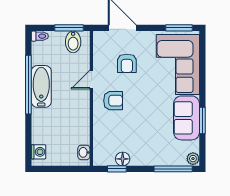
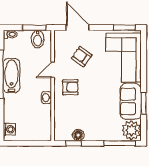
armchair: (127, 63) -> (82, 57), turned 126
washbasin: (84, 152) -> (46, 98), moved
plant: (193, 159) -> (131, 130), width x1.88, depth x1.88

